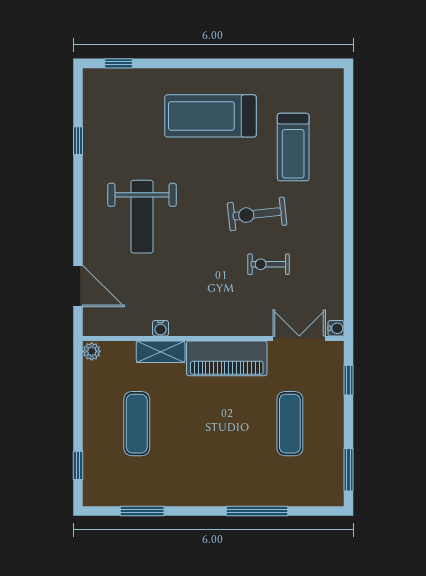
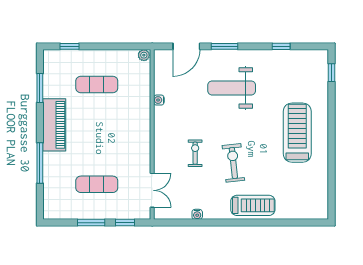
treadmill: (293, 147) -> (253, 205), moved, turned 180
window: (78, 228) -> (224, 46), added
exercise bike: (268, 264) -> (195, 153), moved
water cooler: (336, 328) -> (197, 214), moved
shelving: (161, 352) -> (144, 100), removed
piano: (227, 358) -> (54, 125), moved, turned 180
window: (349, 470) -> (91, 223), moved

